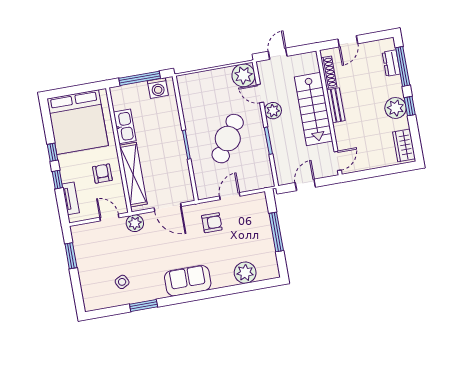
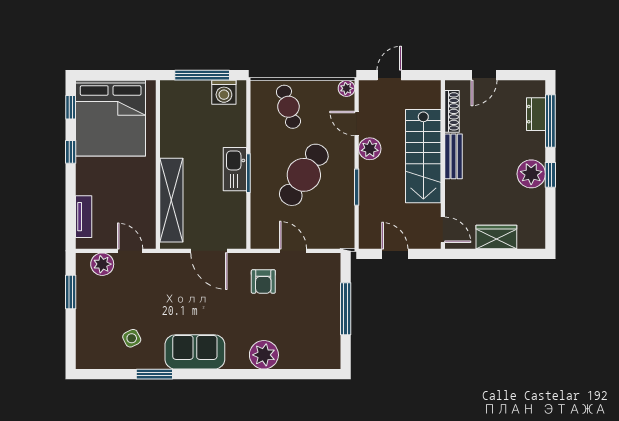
plant: (244, 75) -> (346, 88), width x0.53, depth x0.53
cafe table: (207, 90) -> (288, 107), added
kitchen sink: (125, 126) -> (235, 169), moved, turned 180
wardrobe: (404, 145) -> (496, 237), moved, turned 90
door: (338, 161) -> (443, 230), hinge flipped
armchair: (102, 174) -> (131, 191), removed
window: (57, 180) -> (71, 107), moved
door: (305, 185) -> (395, 254), hinge flipped
door: (230, 196) -> (293, 251), hinge flipped
plant: (135, 223) -> (102, 264), moved
armchair: (212, 223) -> (263, 281), turned 90
plant: (245, 273) -> (264, 355), moved
sofa: (188, 281) -> (195, 352), moved

